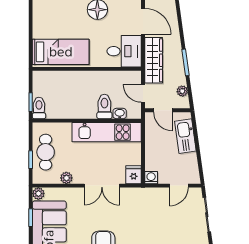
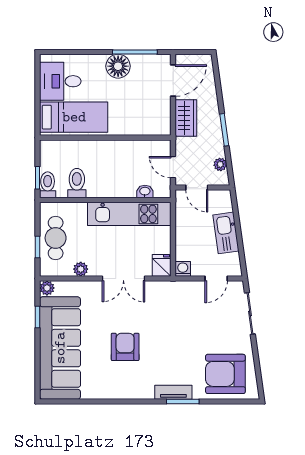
door: (143, 21) -> (173, 80), hinge flipped
desk: (124, 51) -> (60, 81), moved, turned 180
wardrobe: (154, 60) -> (186, 118), width x0.67
toilet: (104, 107) -> (77, 183), moved
kitchen sink: (185, 136) -> (226, 233), moved

